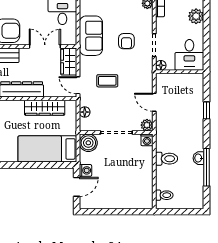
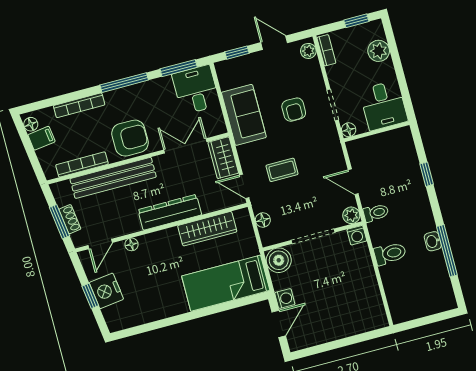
toilet: (164, 195) -> (376, 213), moved

